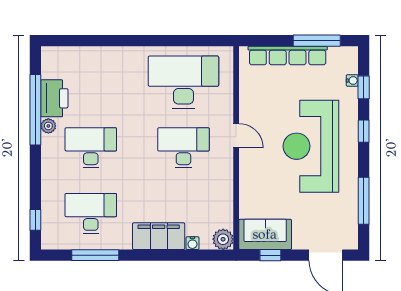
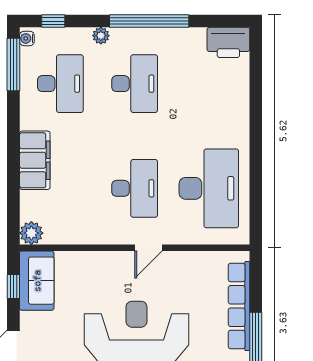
printer: (54, 98) -> (228, 42), moved
window: (35, 110) -> (149, 21), moved
plant: (48, 126) -> (101, 36), moved
water cooler: (192, 243) -> (27, 38), moved
window: (95, 255) -> (13, 64), moved

